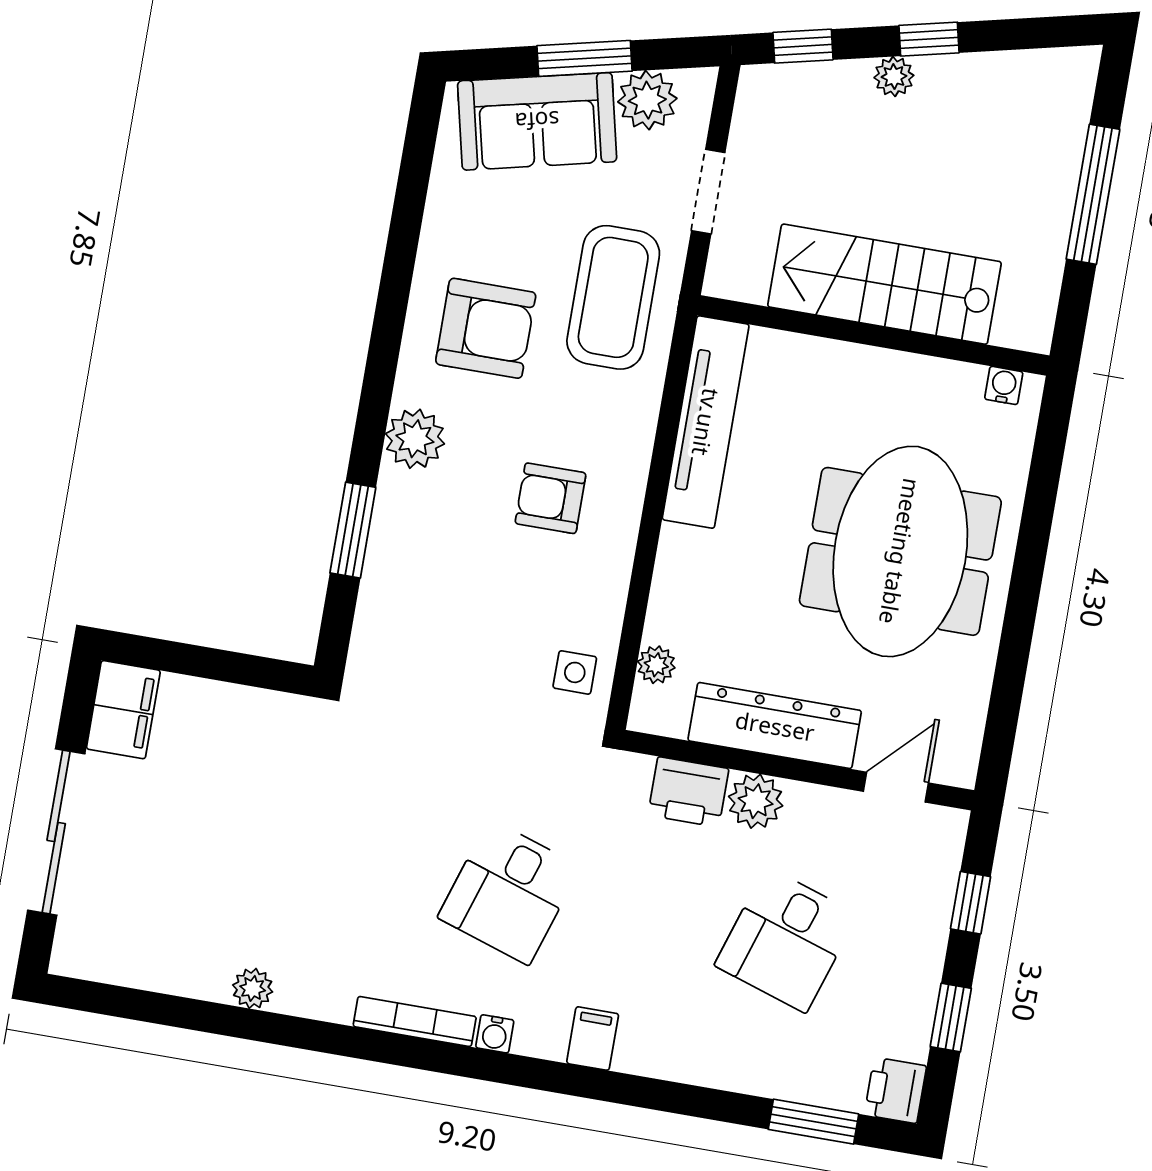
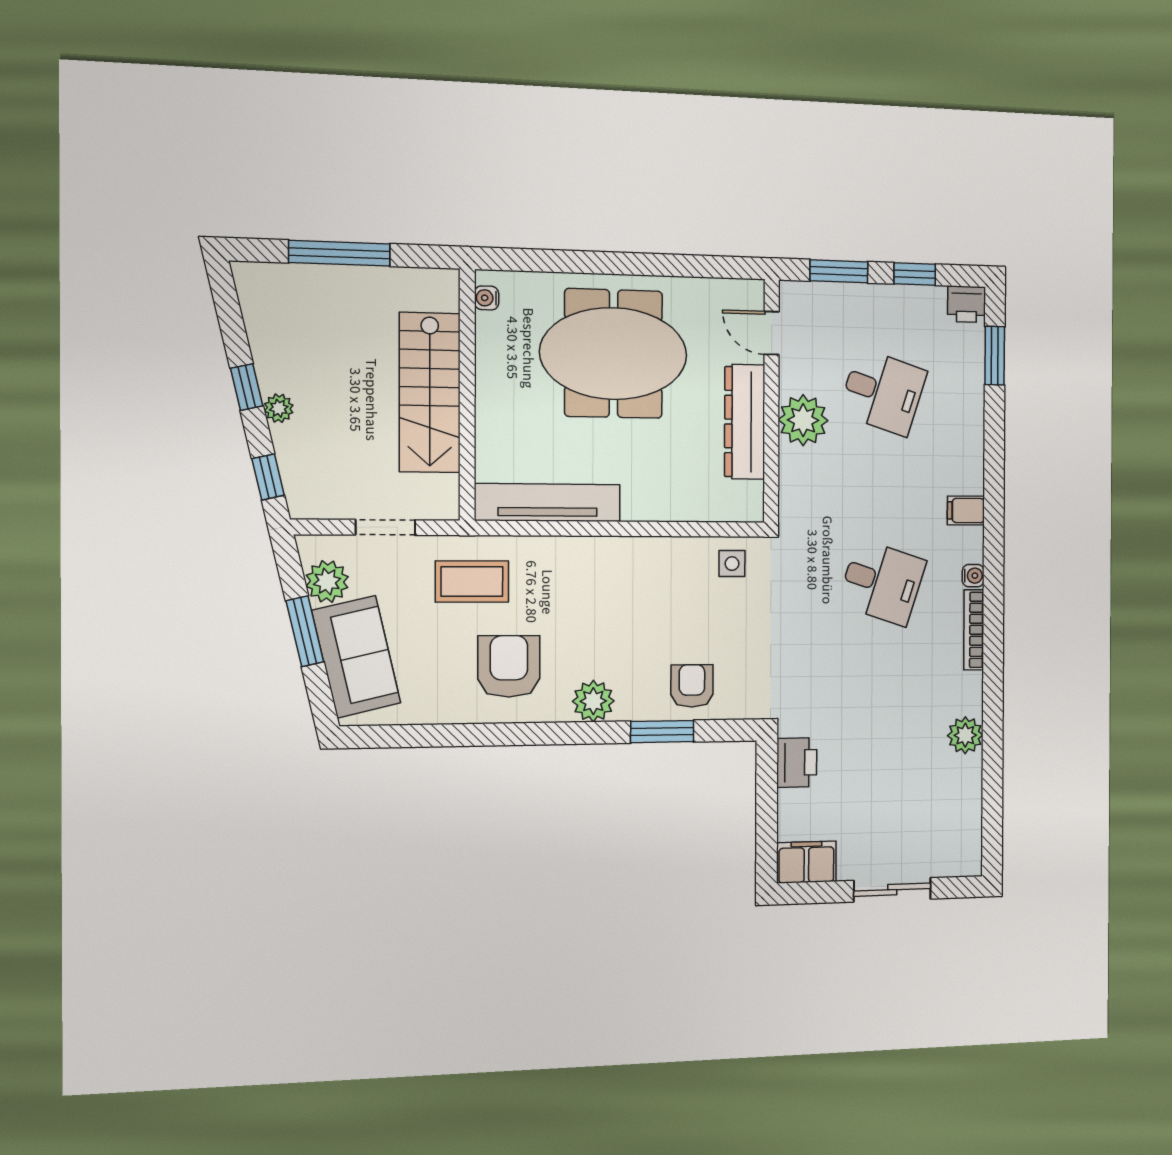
coffee table: (613, 297) -> (472, 581), width x0.73, depth x0.76
armchair: (551, 498) -> (692, 686), moved, turned 180
plant: (656, 665) -> (718, 509), removed
printer: (688, 792) -> (797, 763), moved
plant: (756, 801) -> (803, 420), width x1.36, depth x1.36
sliding door: (56, 832) -> (892, 890), width x0.73
window: (971, 903) -> (839, 271), width x1.50
plant: (253, 988) -> (965, 735), width x1.38, depth x1.38

